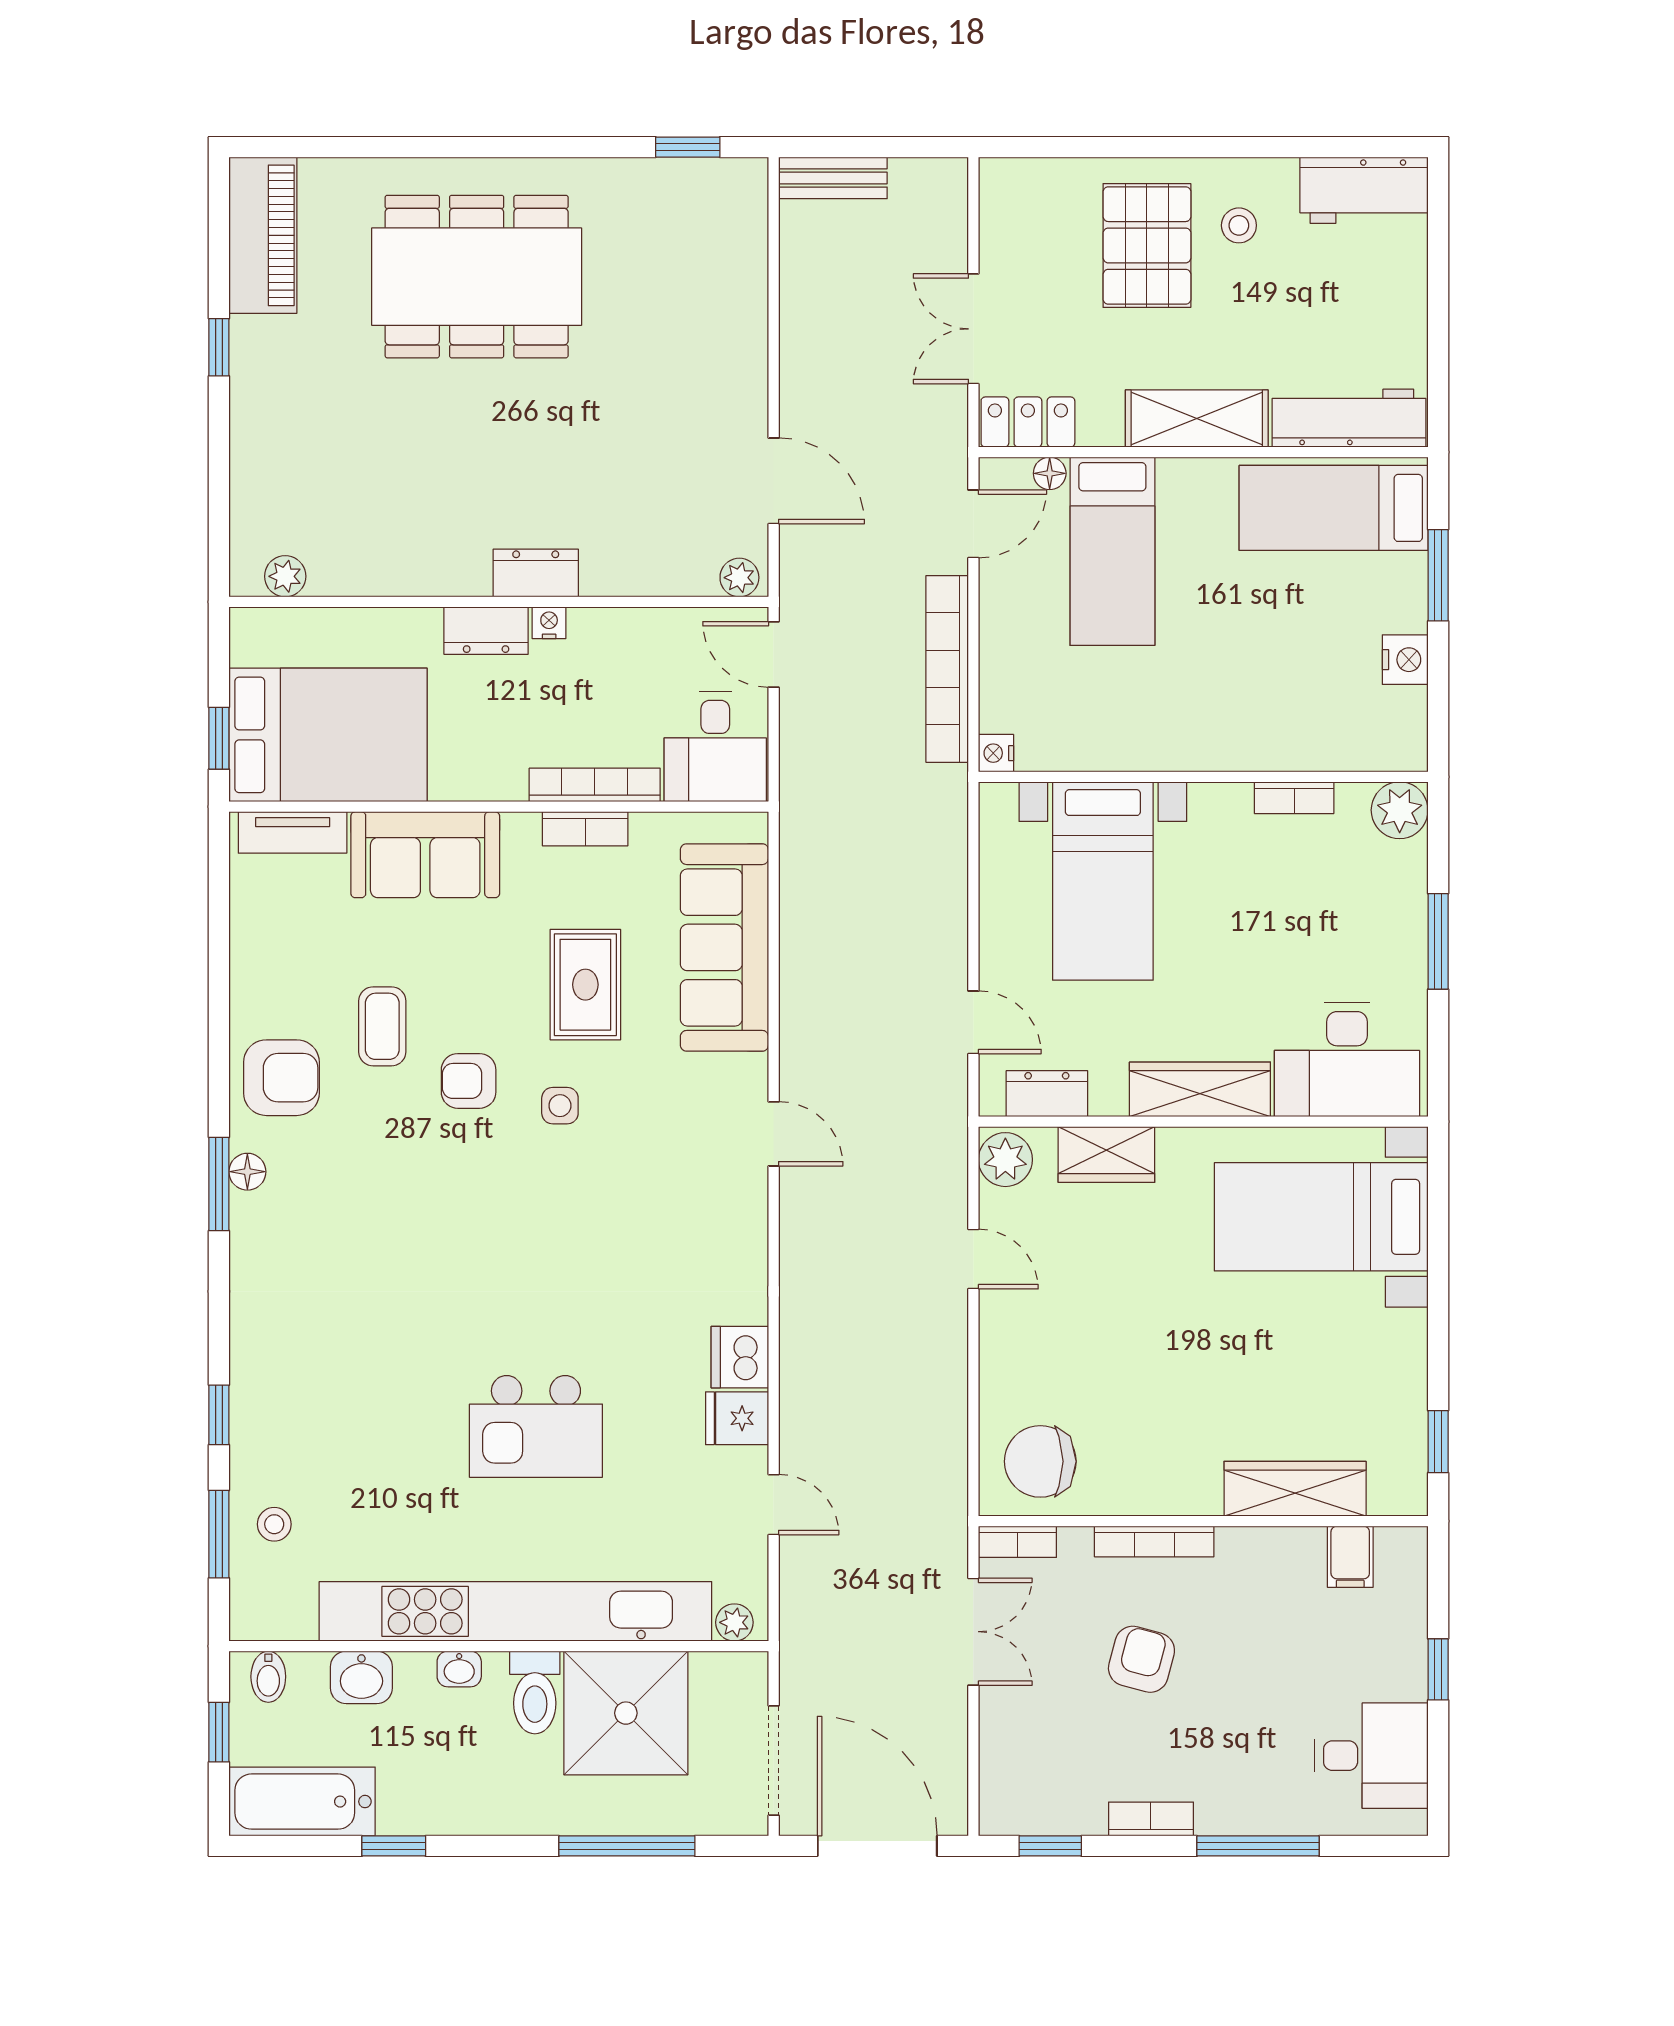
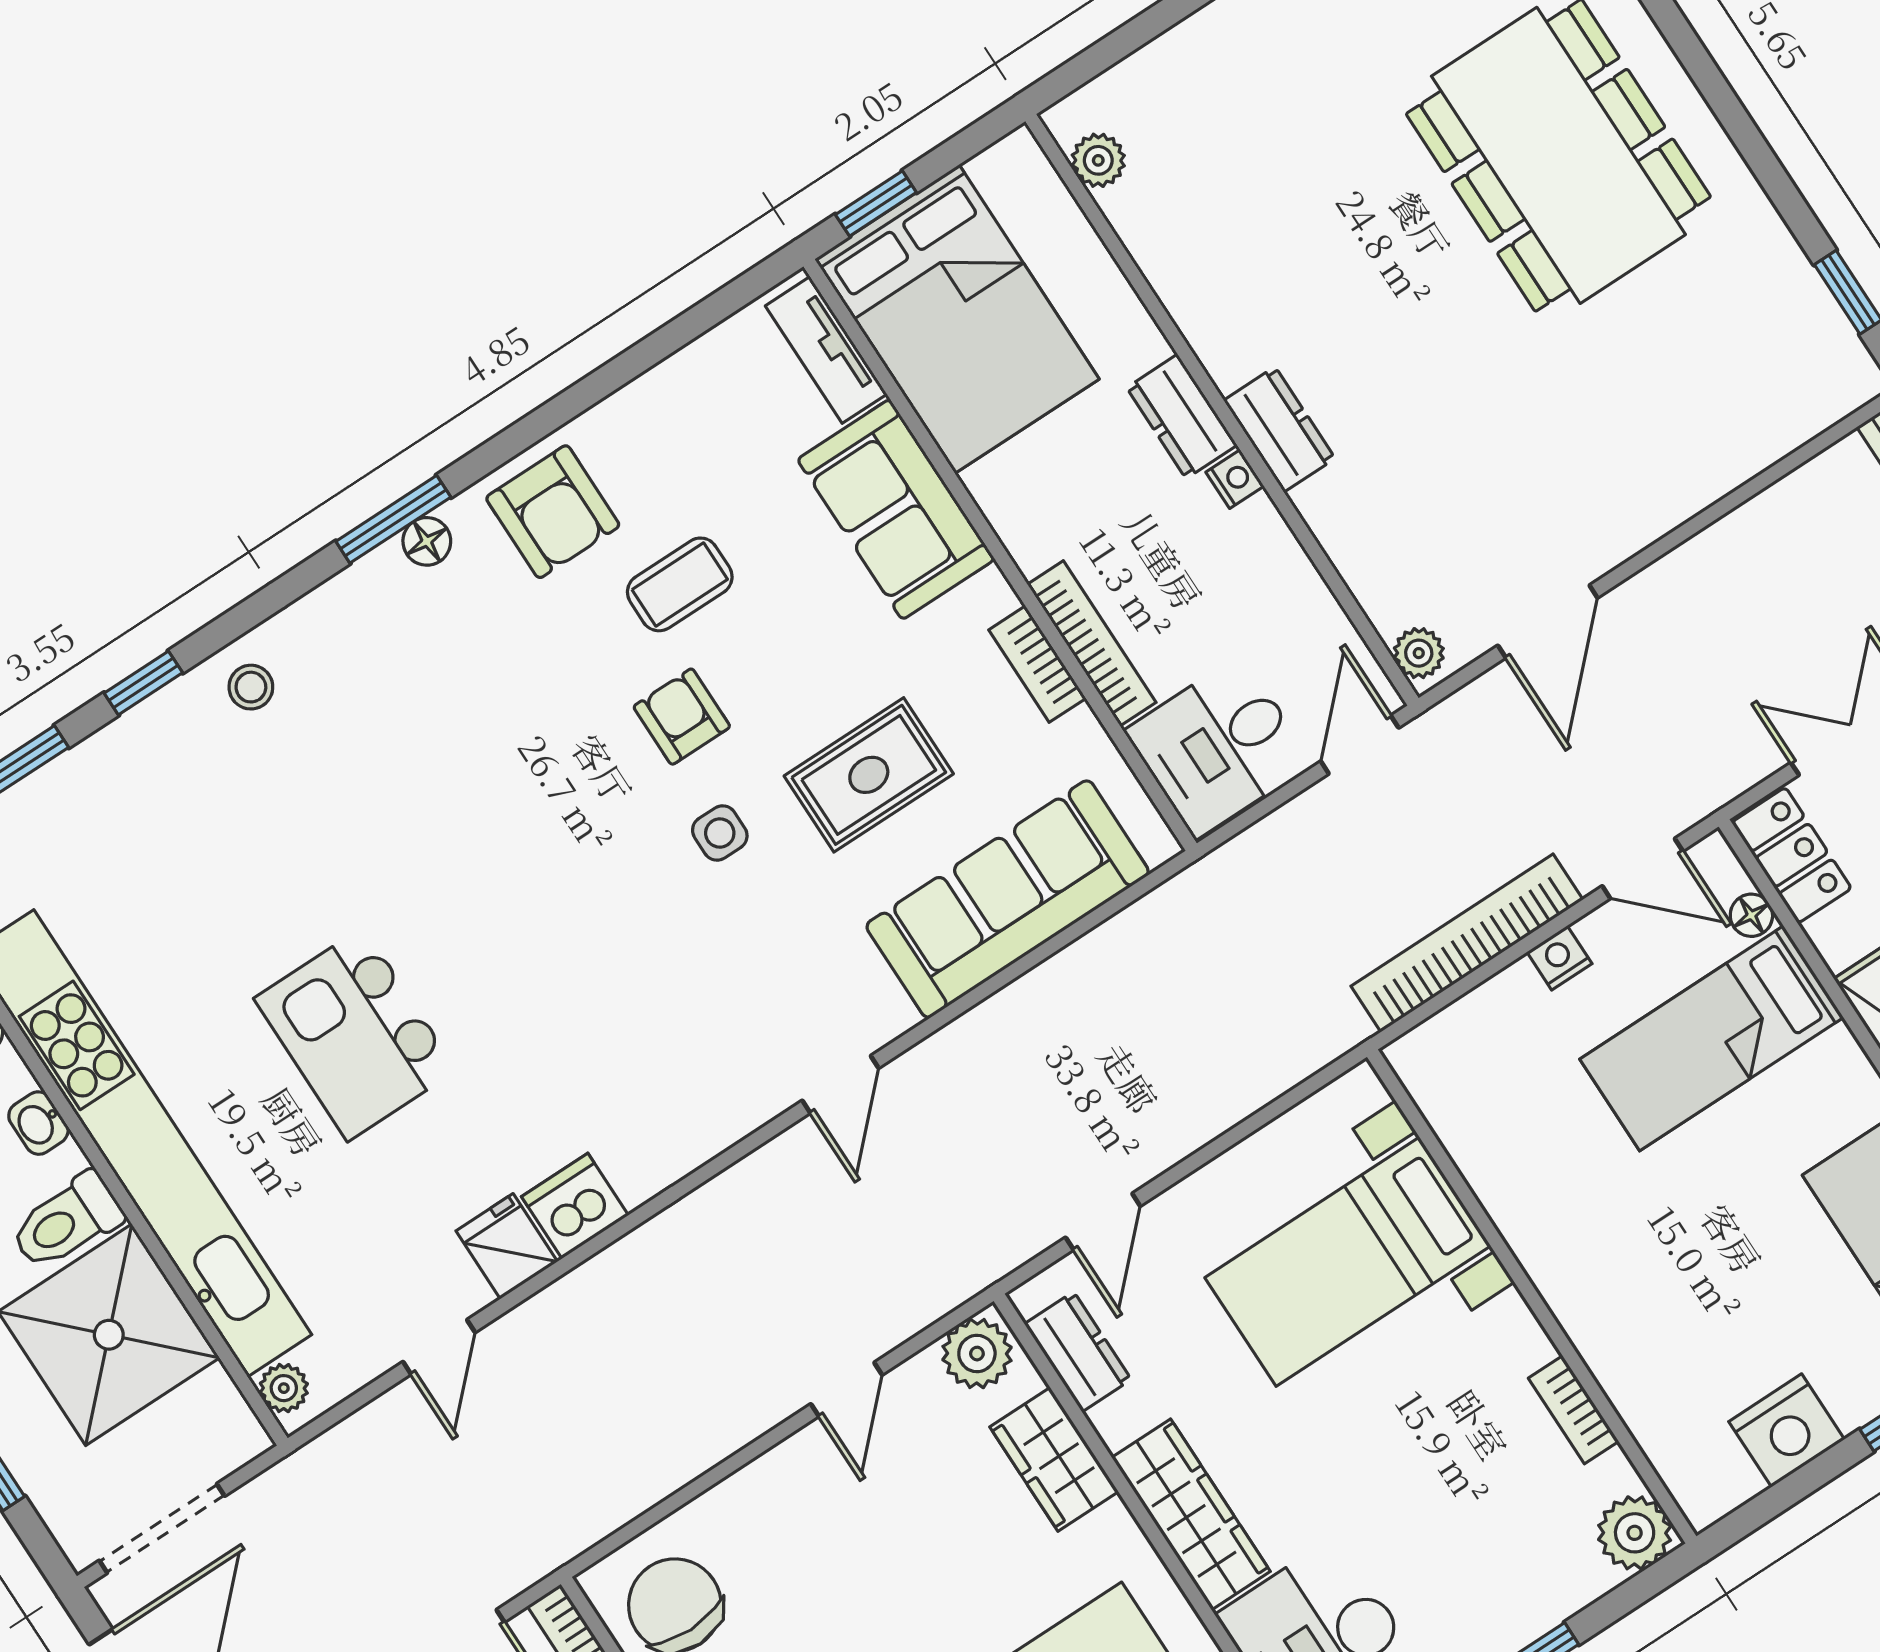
nightstand: (1405, 660) -> (1787, 1430), width x1.36, depth x1.33
nightstand: (996, 753) -> (1559, 958), moved
stool: (274, 1524) -> (251, 687), moved

